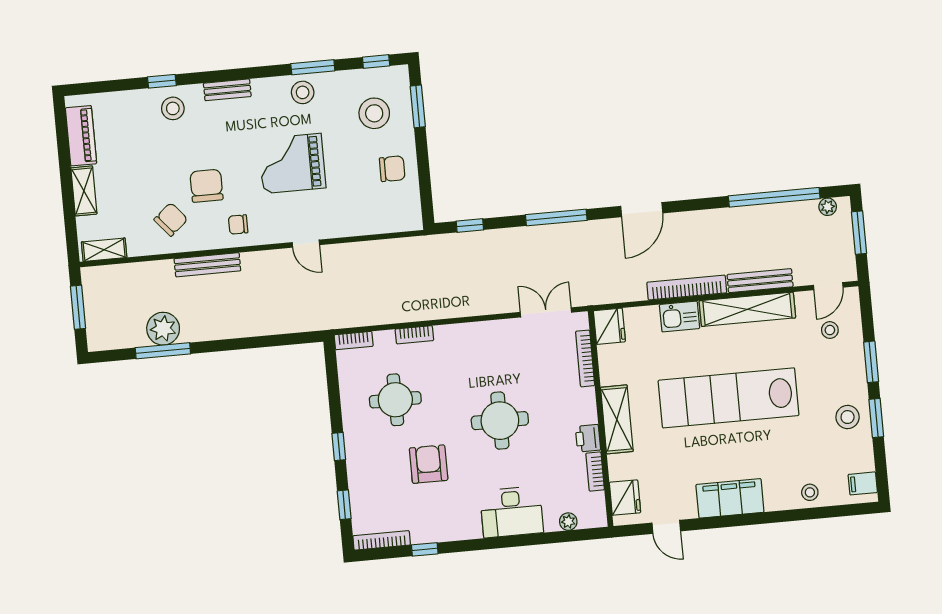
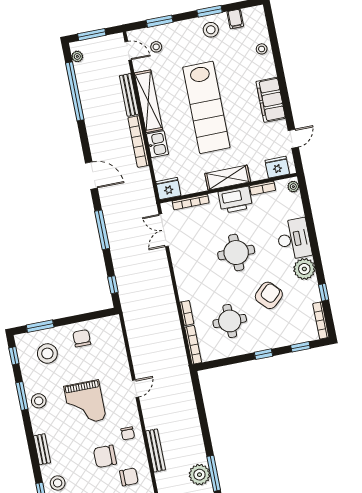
chair: (171, 219) -> (129, 477), turned 130
bookcase: (354, 341) -> (193, 345), width x1.56
window: (871, 362) -> (160, 21), moved
printer: (588, 438) -> (235, 200), width x1.87, depth x1.48
armchair: (429, 464) -> (269, 295), turned 137
filing cabinet: (863, 483) -> (235, 19), moved
plant: (568, 522) -> (293, 187), moved
plant: (464, 523) -> (304, 269), added

